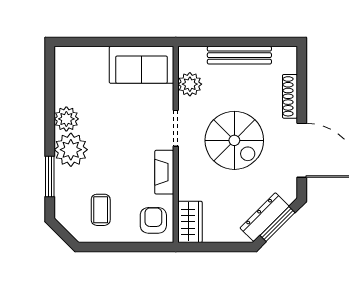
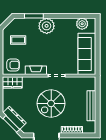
sofa: (142, 65) -> (87, 54), width x1.36
plant: (190, 84) -> (78, 82), removed
plant: (66, 119) -> (82, 24), moved

